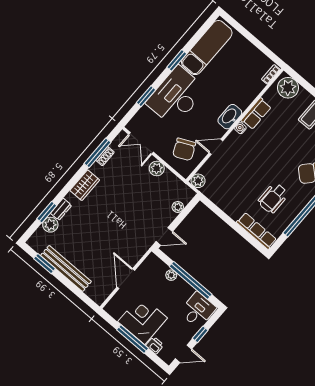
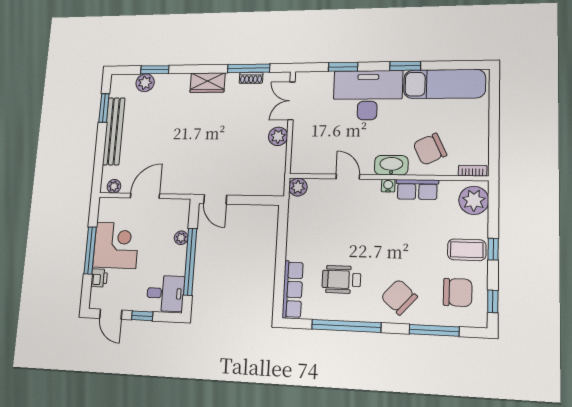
chair: (184, 149) -> (430, 149), moved
plant: (178, 207) -> (114, 186), moved
dresser: (61, 209) -> (167, 80), removed

